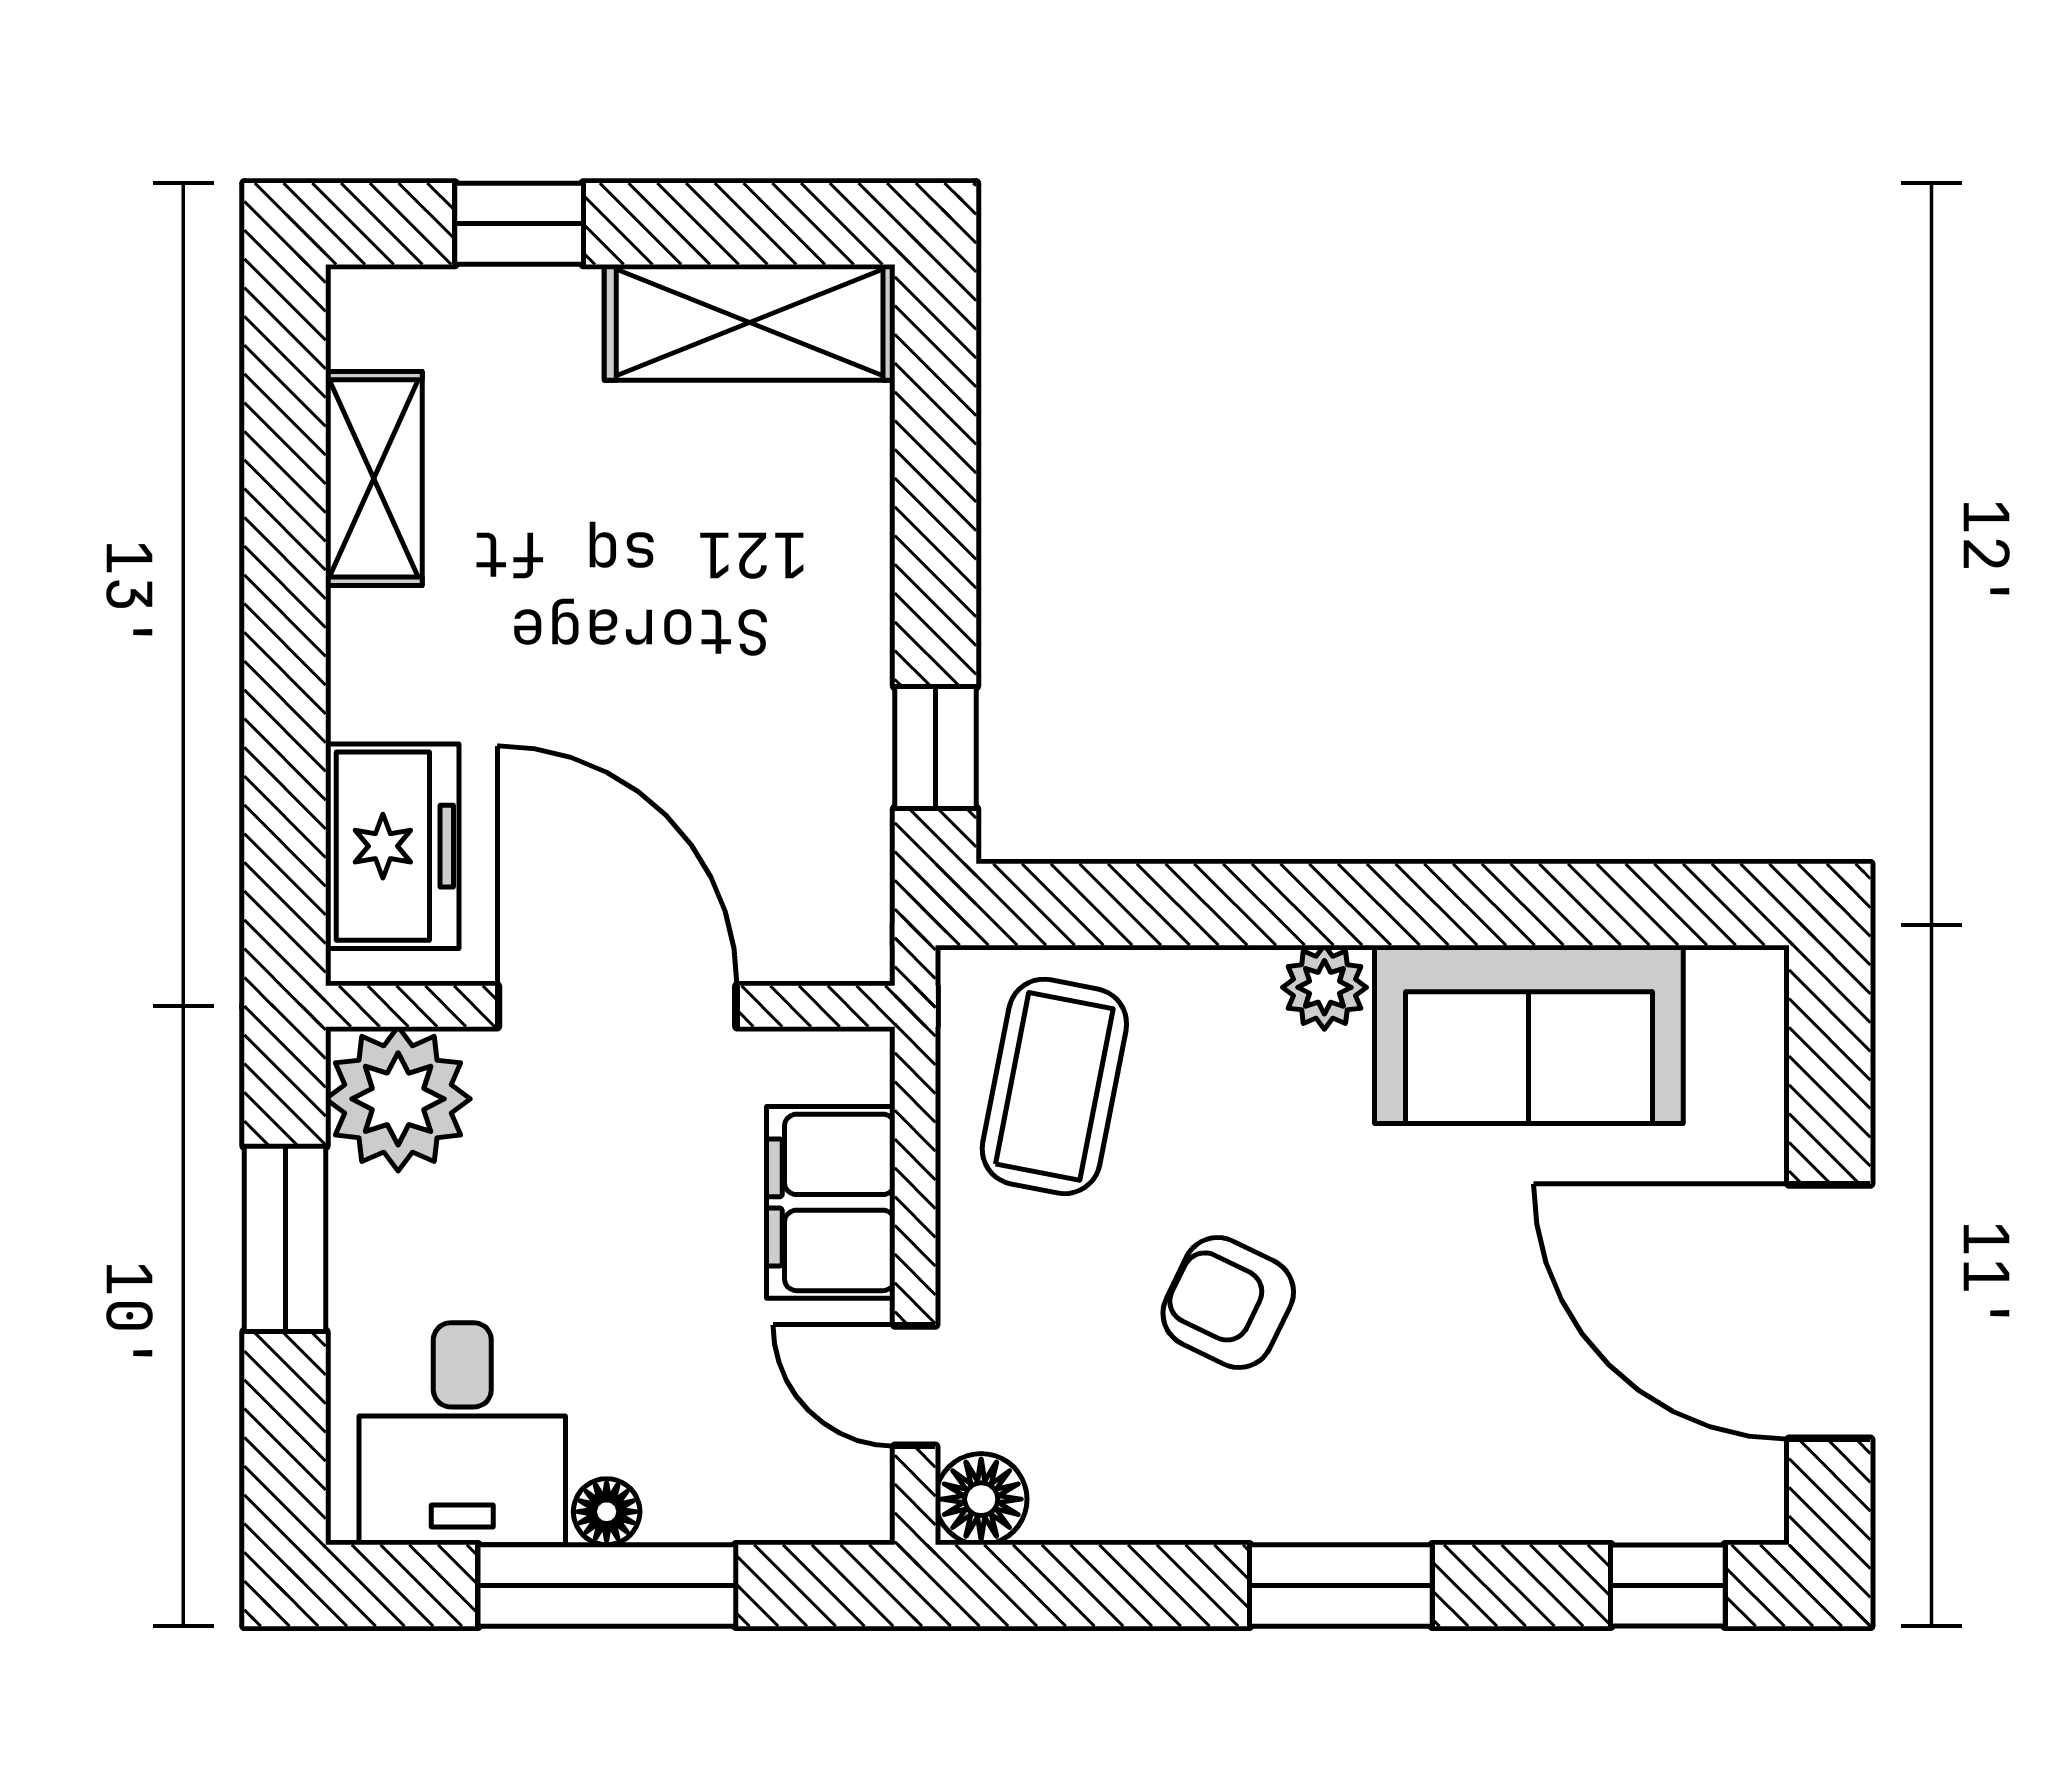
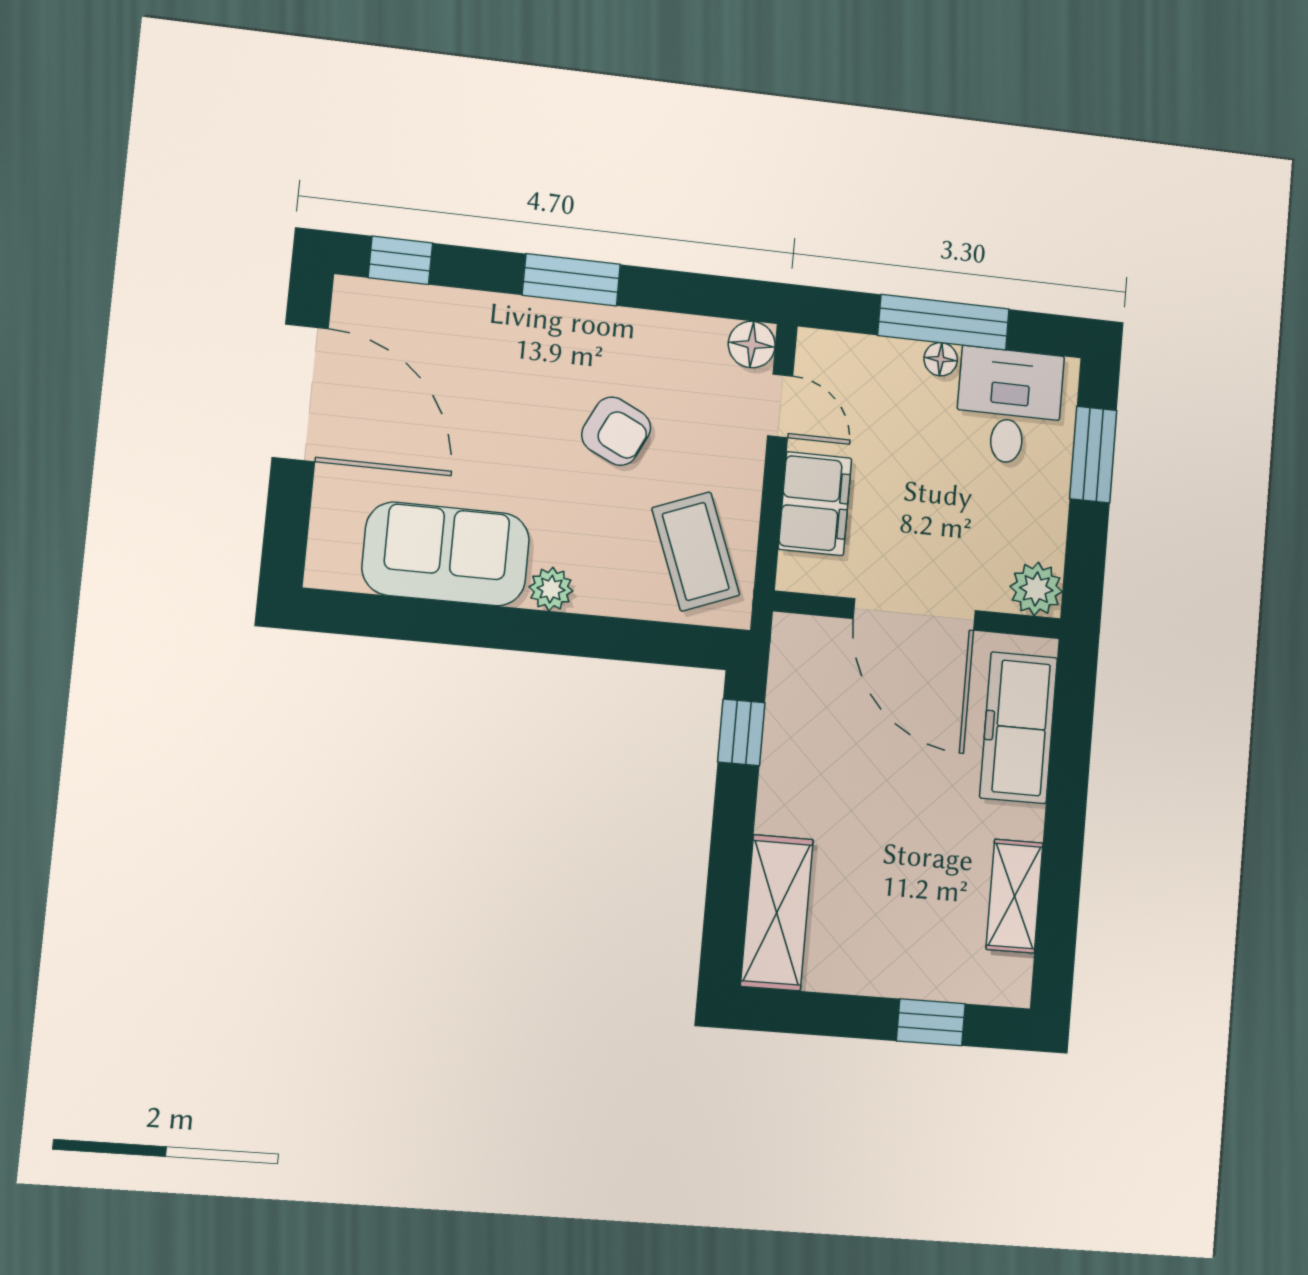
shelving: (750, 322) -> (777, 913), moved, turned 90
freezer: (392, 846) -> (1019, 728), width x1.40
coffee table: (1054, 1086) -> (696, 552), turned -32
plant: (398, 1099) -> (1036, 589), width x0.73, depth x0.73
window: (285, 1239) -> (1093, 455), moved

